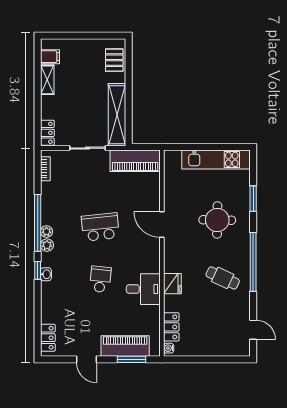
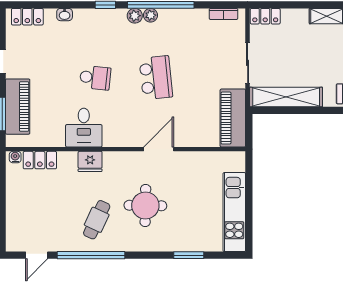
round table: (217, 220) -> (145, 206), moved
window: (253, 262) -> (91, 255), moved
washbasin: (46, 274) -> (65, 15), moved

